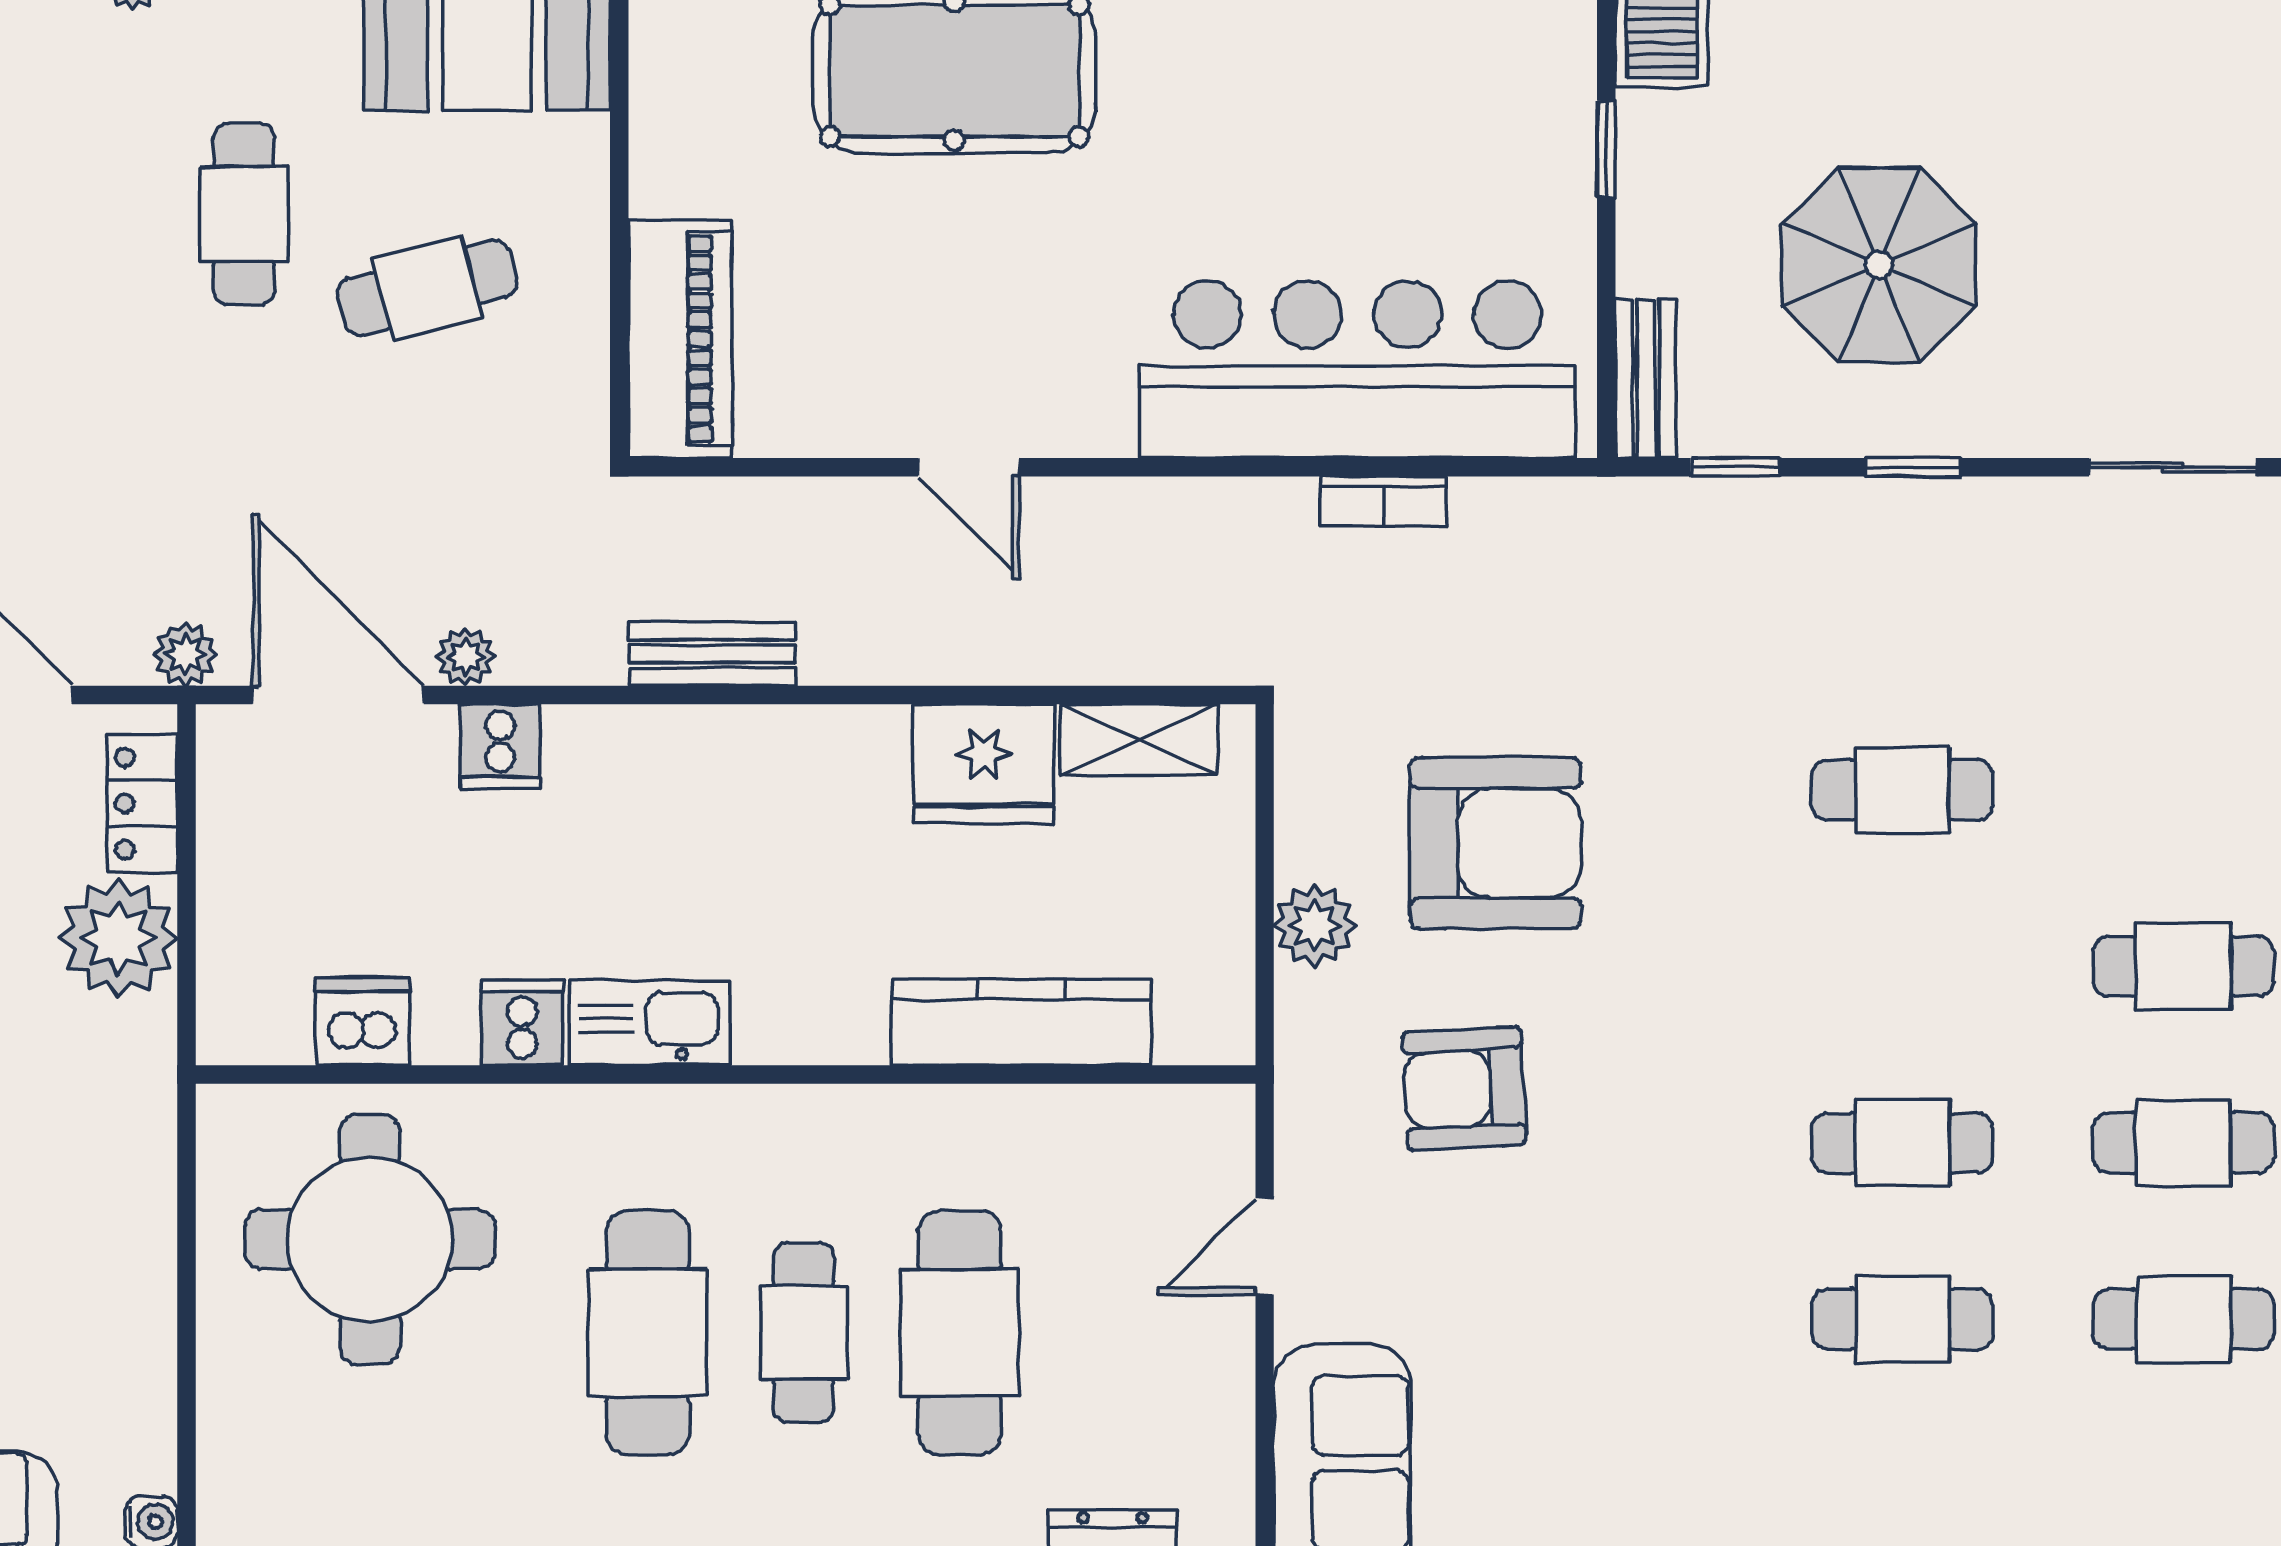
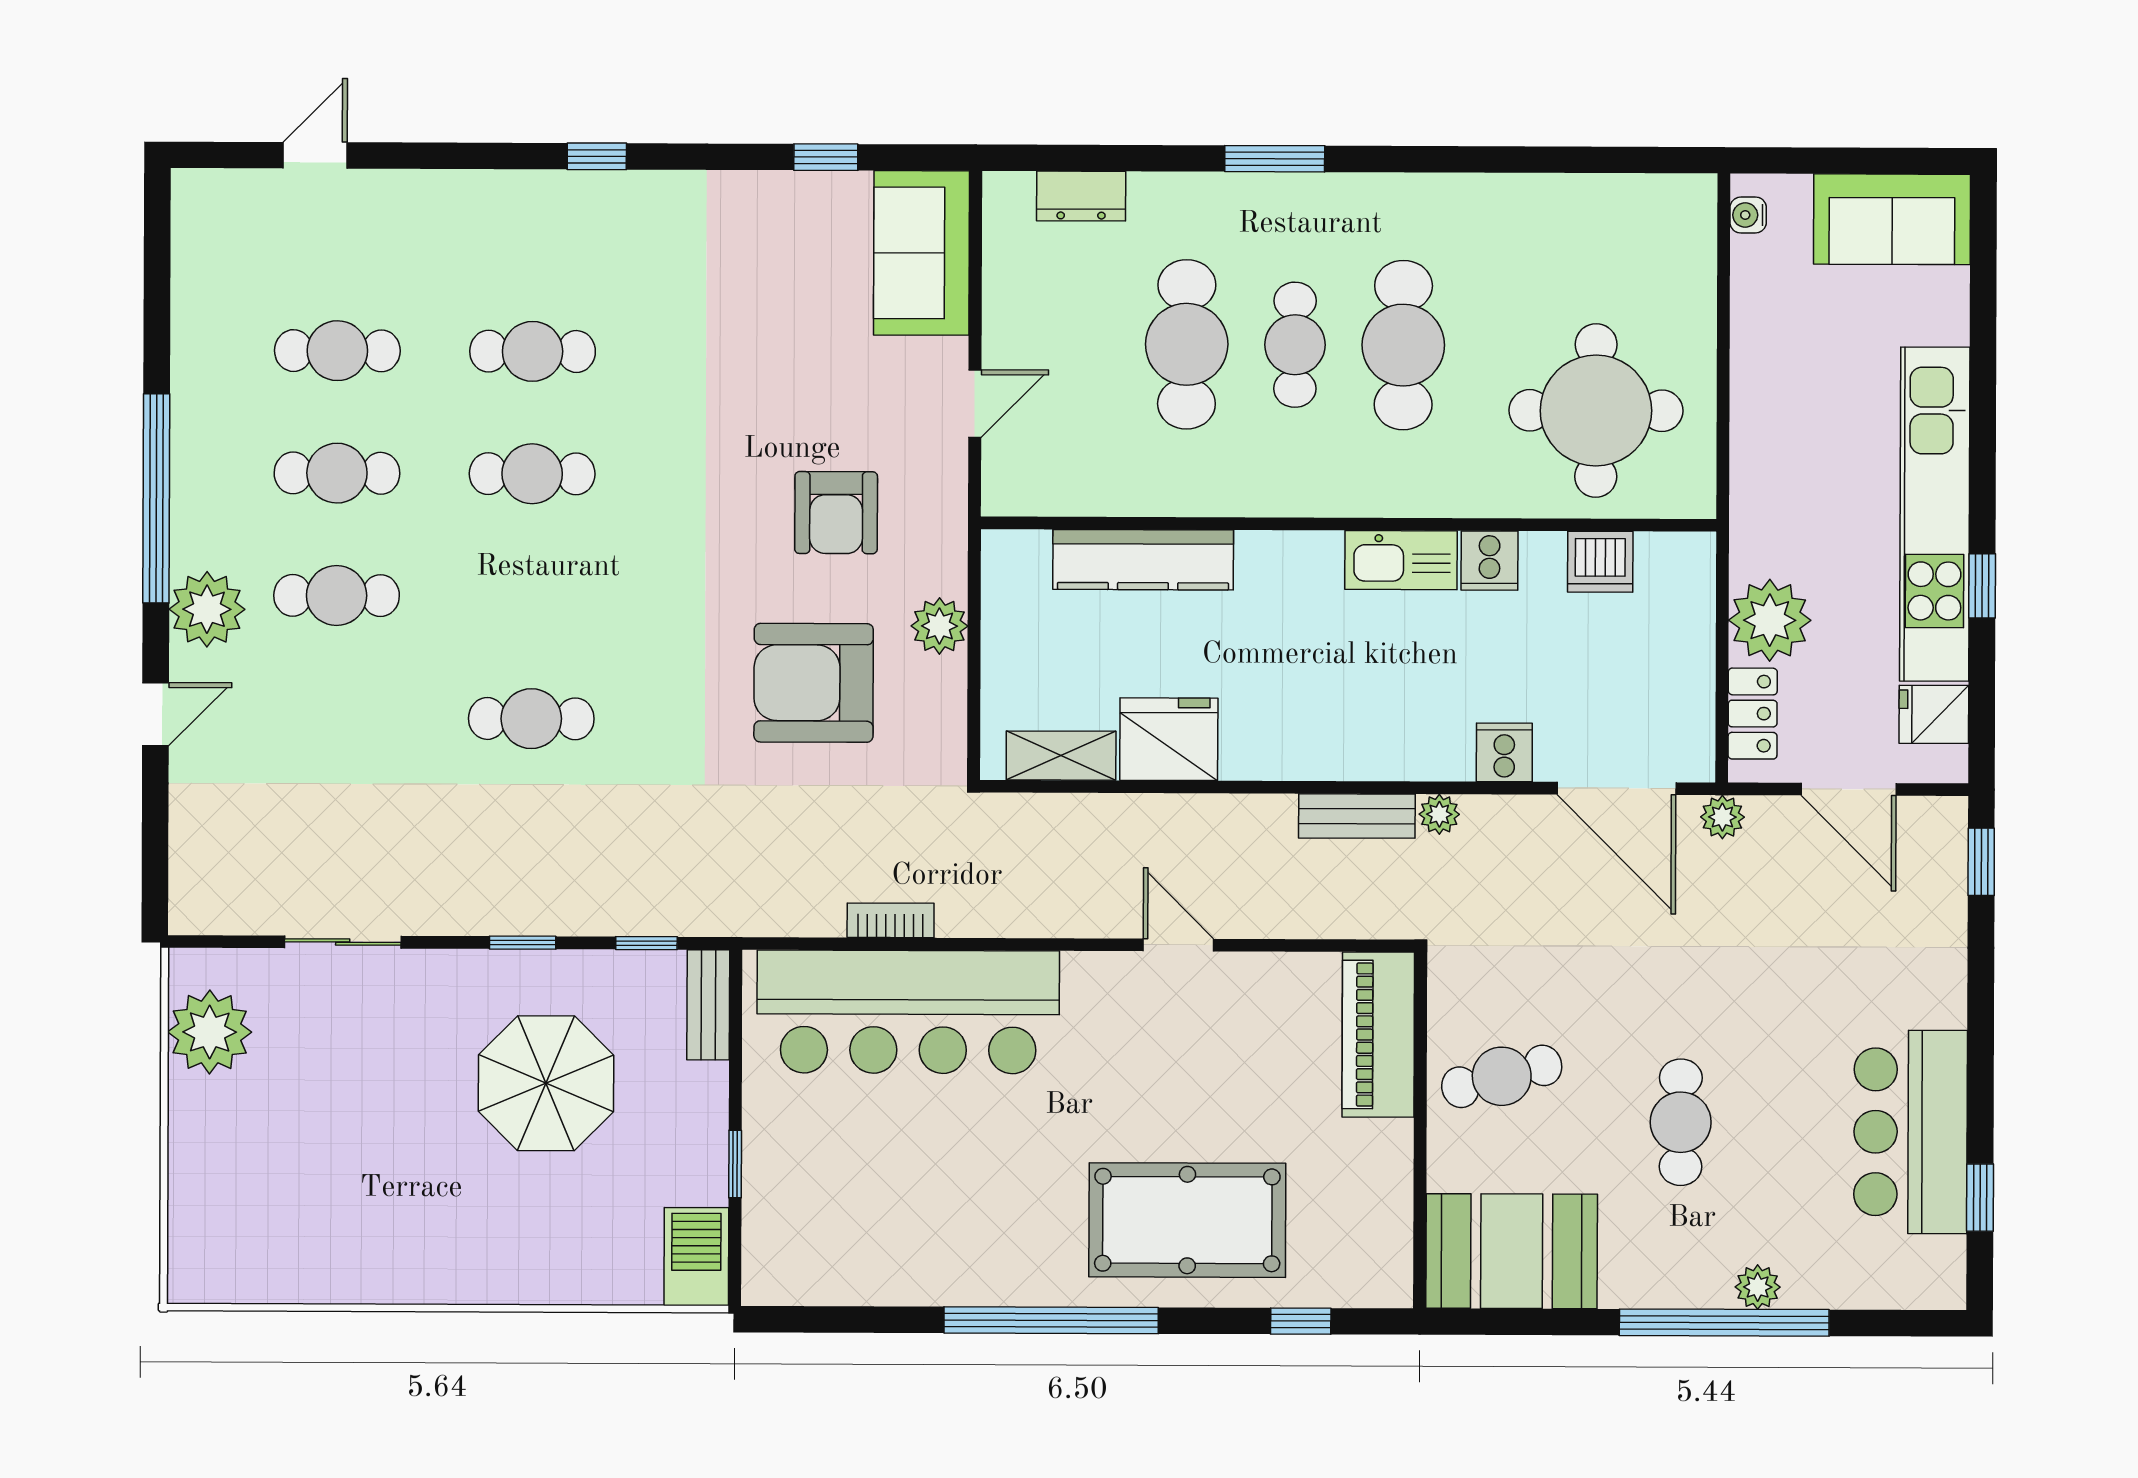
cafe table: (427, 288) -> (1502, 1076), moved
plant: (466, 657) -> (1439, 814), moved
armchair: (1464, 1088) -> (836, 513), turned 93

